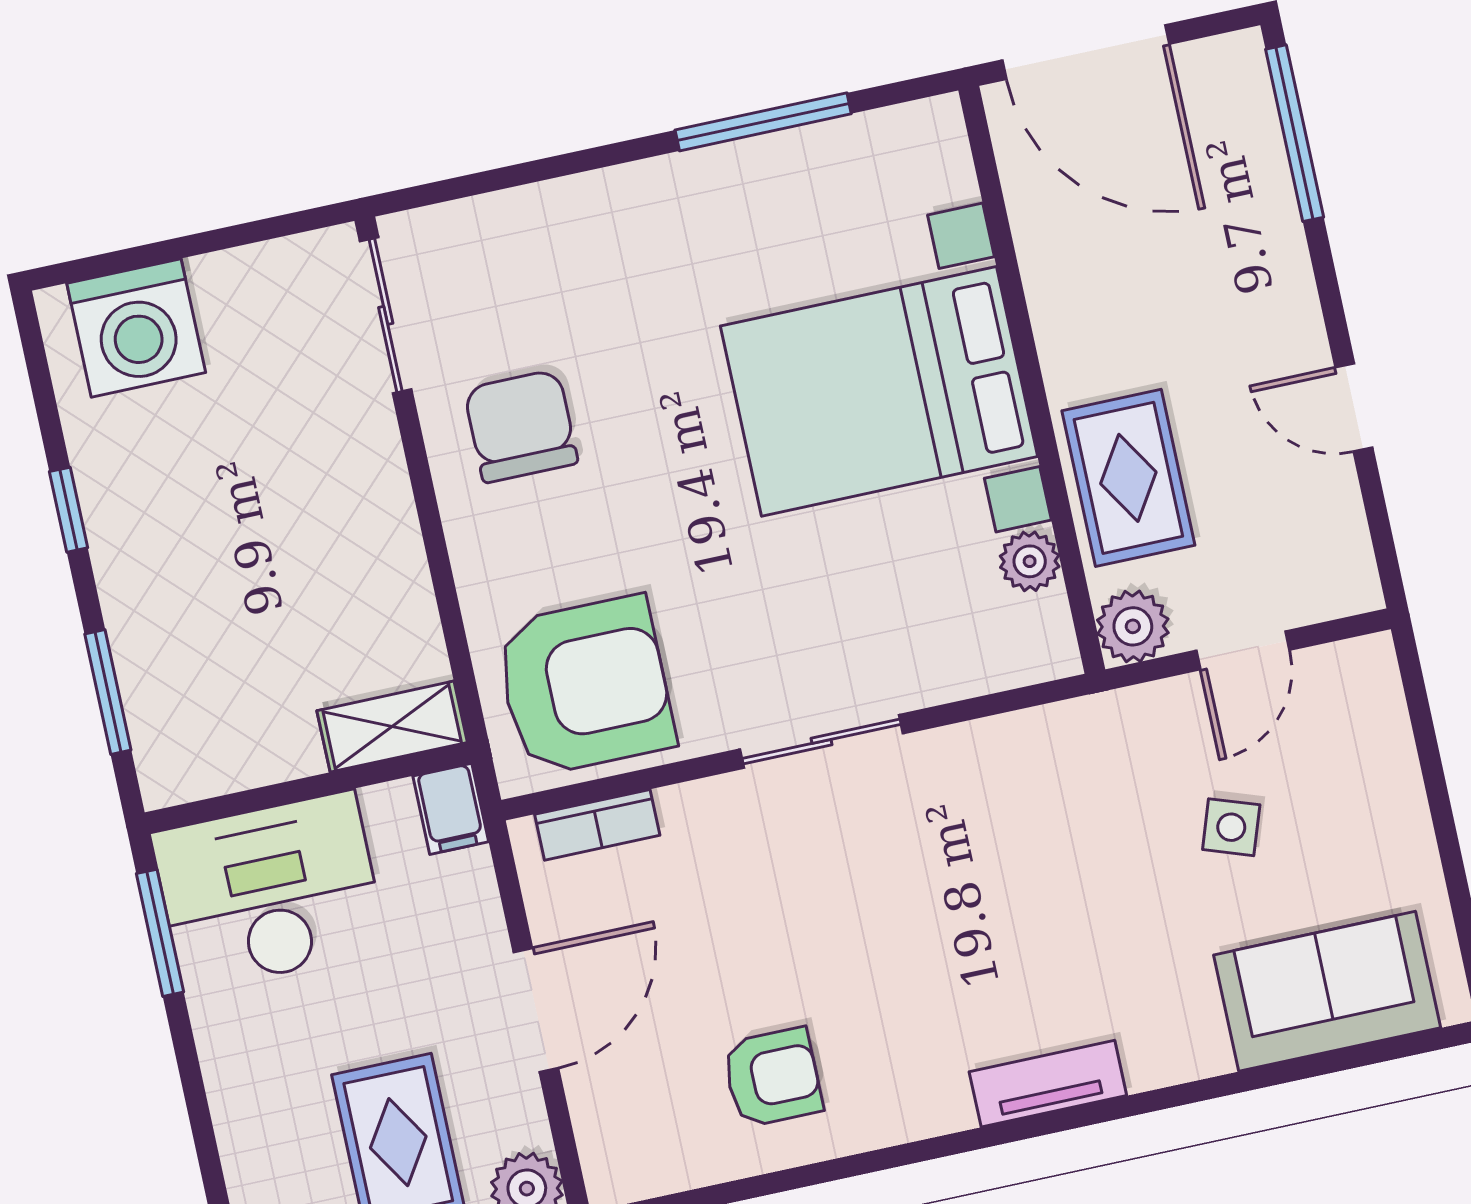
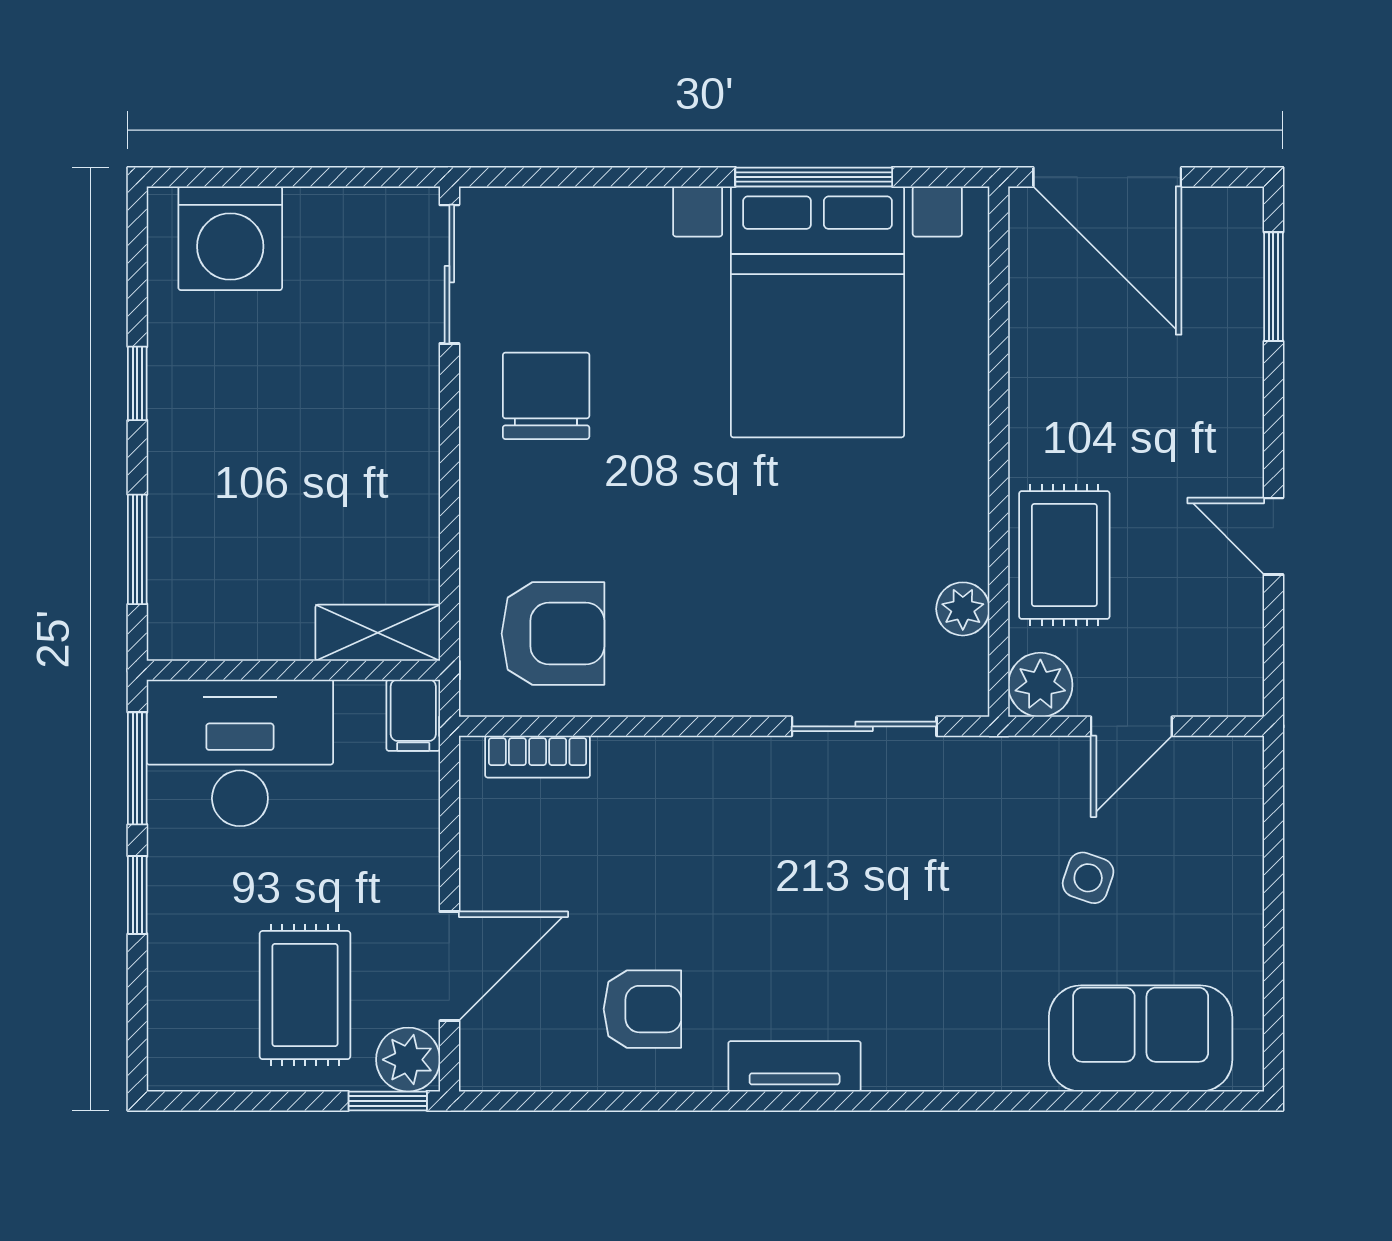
window: (1295, 133) -> (1273, 287), width x0.69
bed with nightstands: (879, 391) -> (817, 312), moved, turned -90
armchair: (585, 686) -> (553, 634), width x0.73, depth x0.73
sliding door: (822, 741) -> (864, 726), moved
door: (536, 1010) -> (449, 966), moved
window: (190, 1072) -> (137, 895), added
tv unit: (1048, 1084) -> (795, 1066), moved

